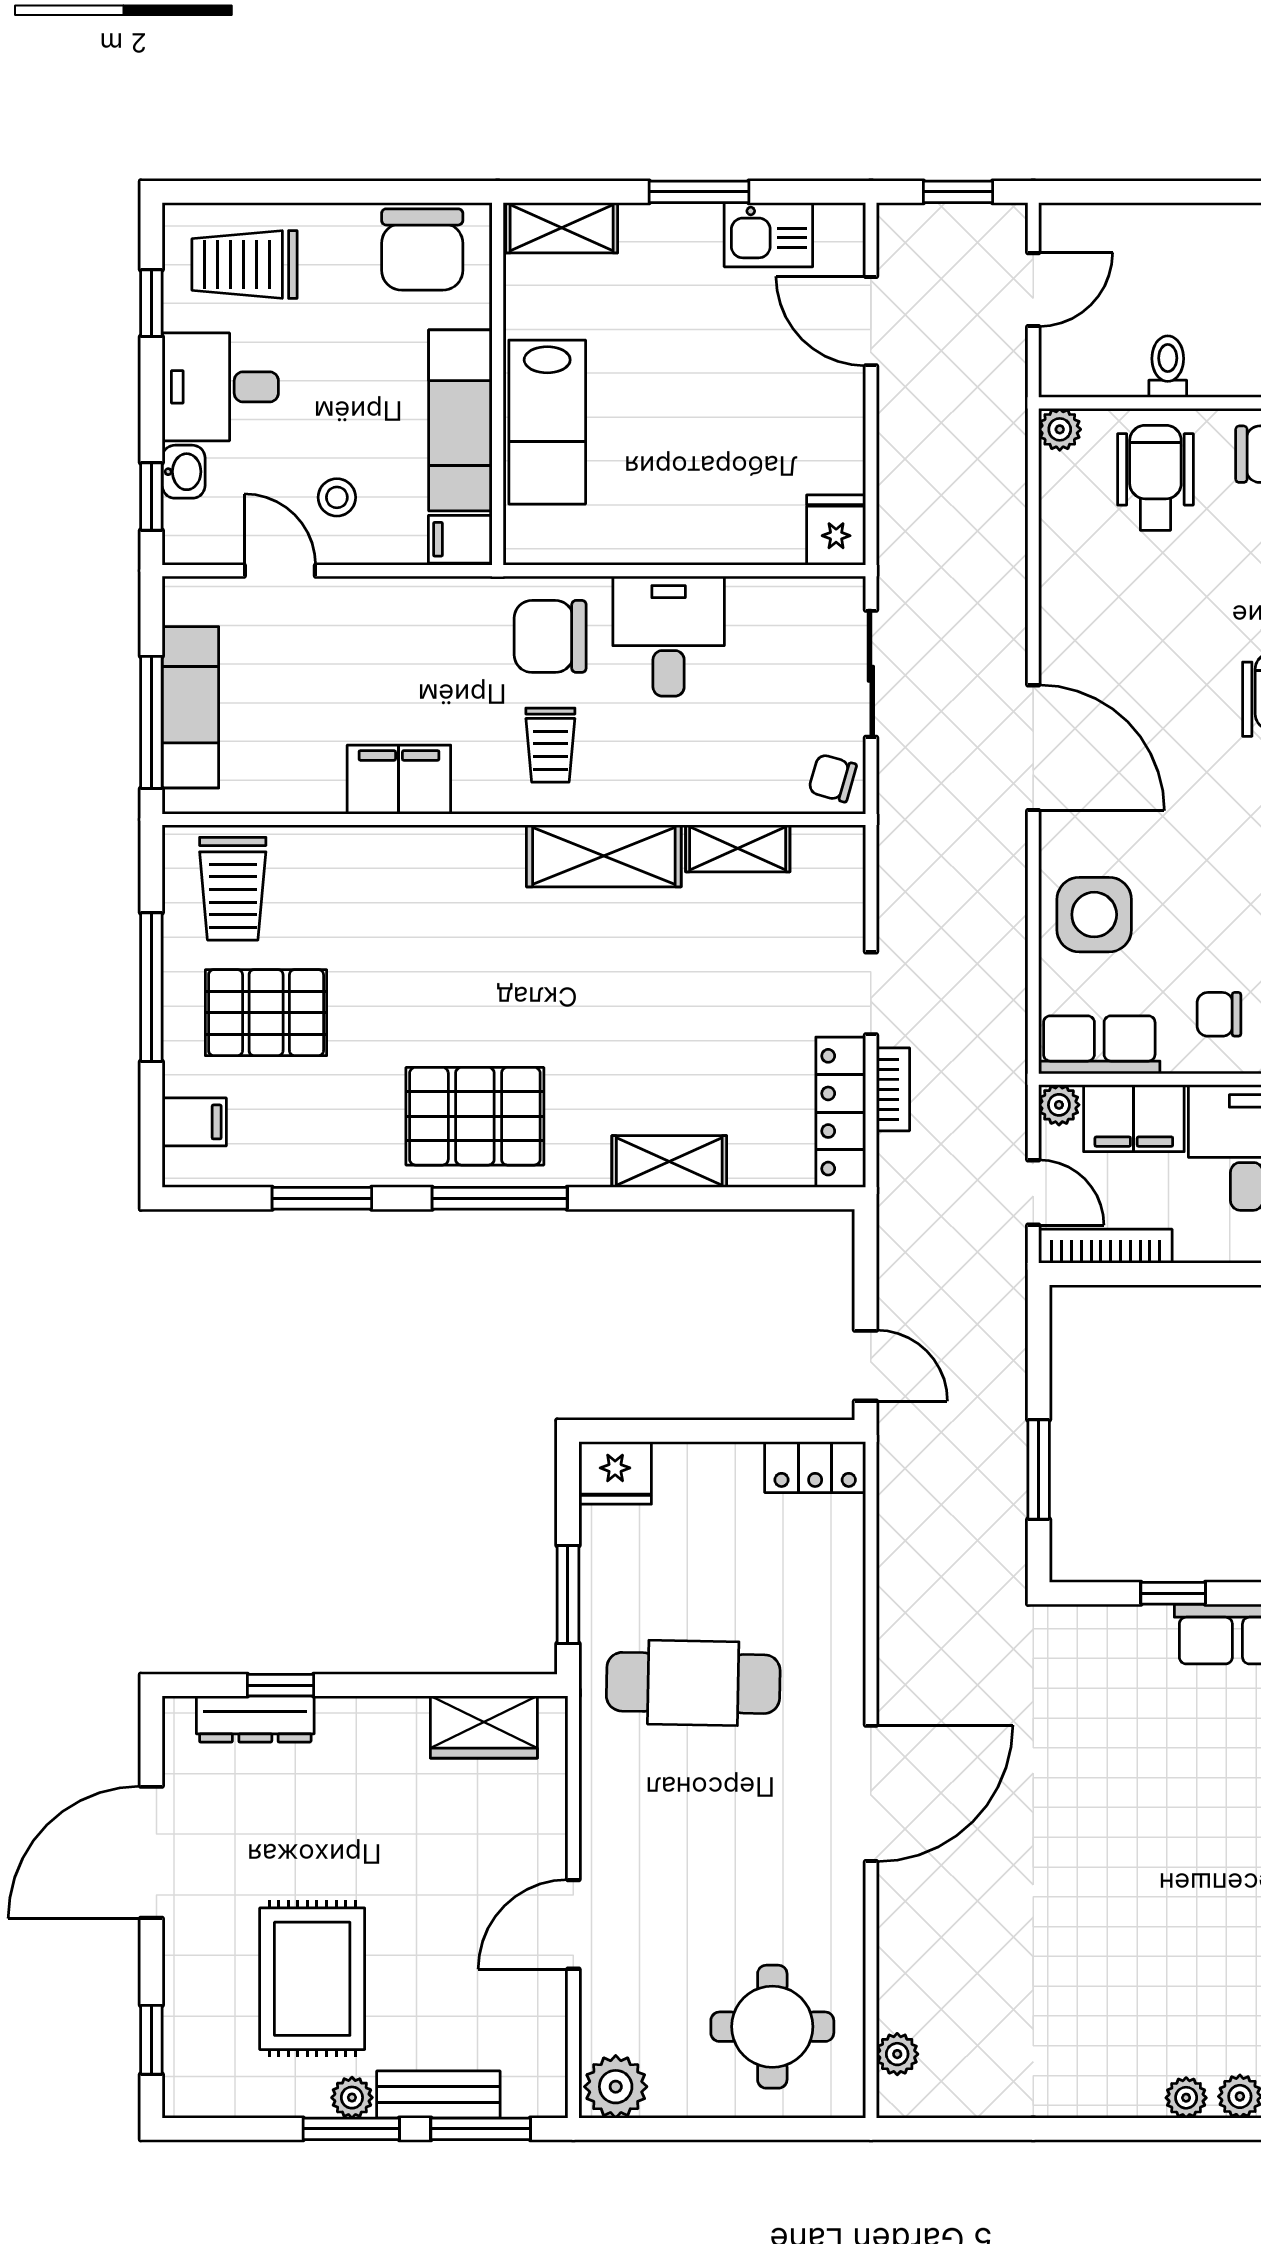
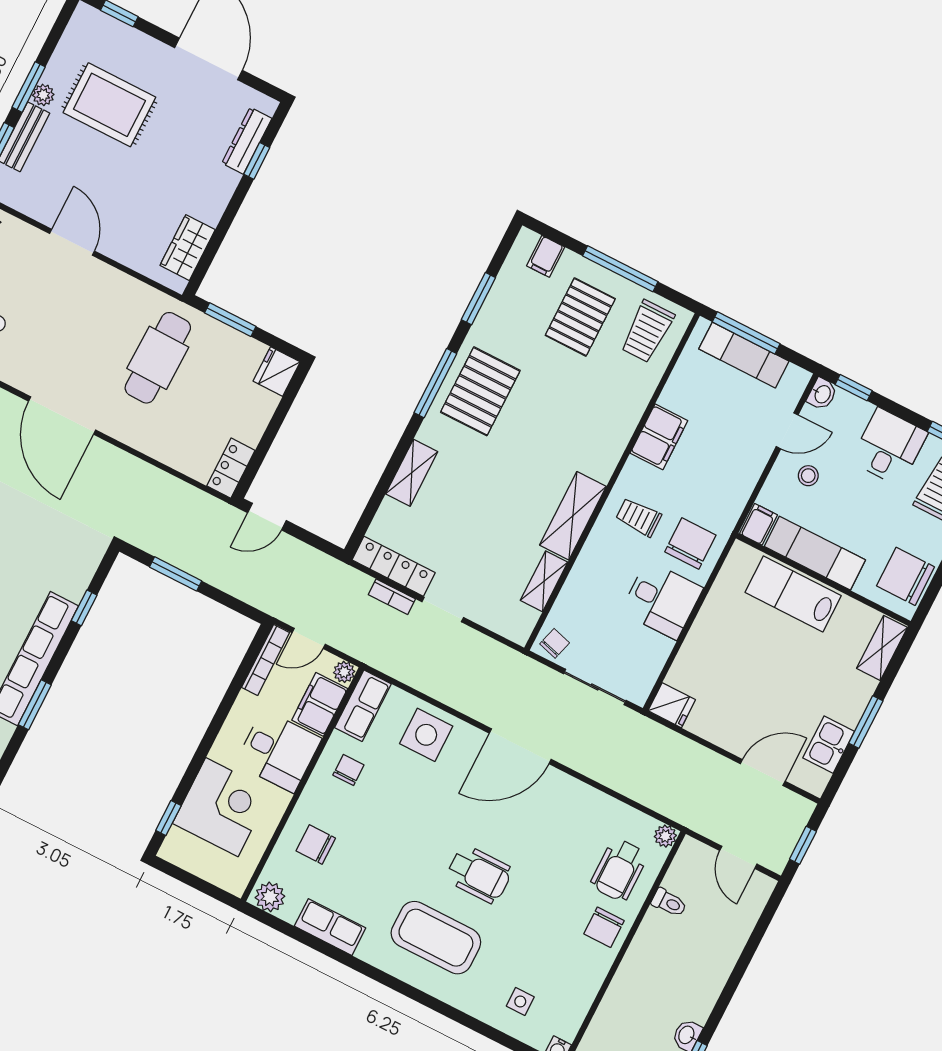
washbasin: (184, 472) -> (822, 394), moved, turned -90
wheelchair: (1155, 478) -> (619, 870), turned 90
trolley: (233, 889) -> (647, 331), turned -90

